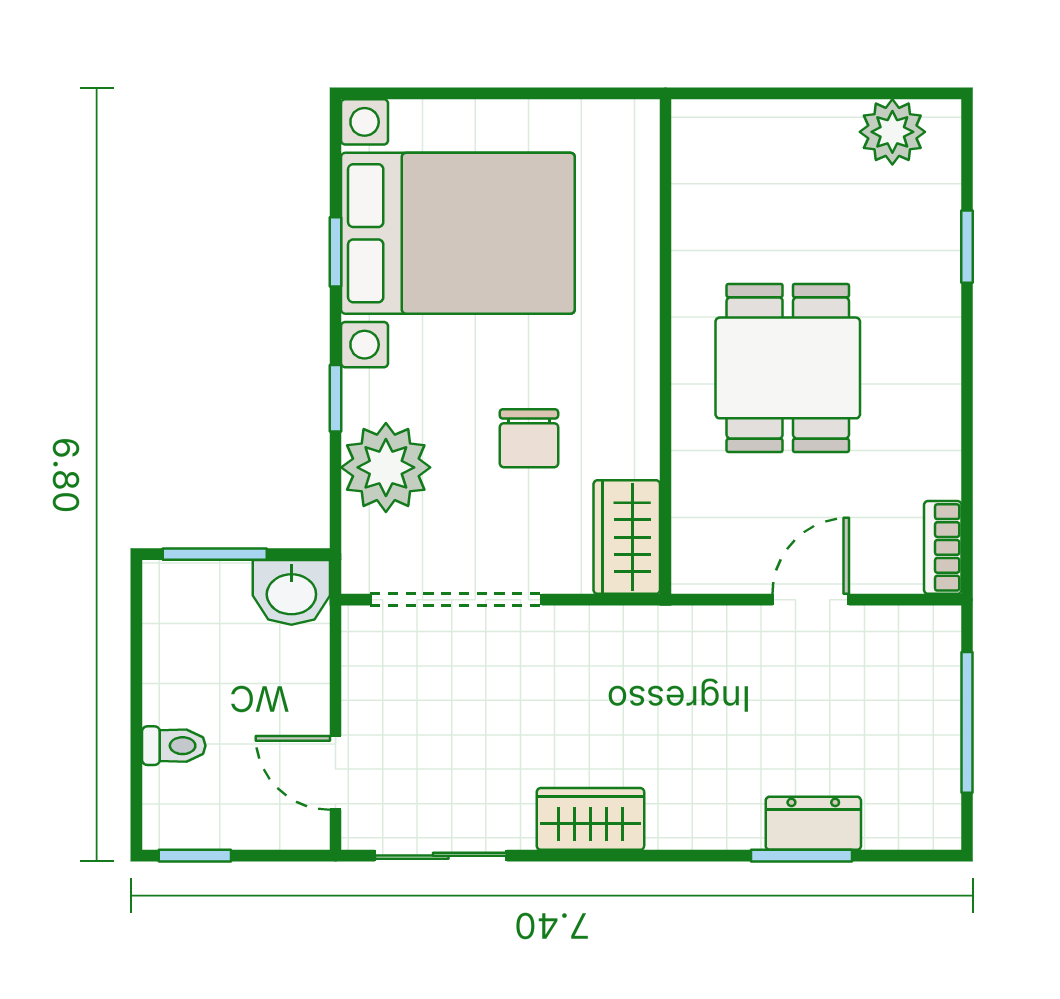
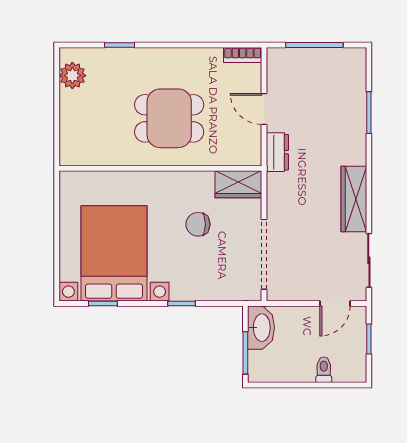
window: (336, 252) -> (103, 304), moved
chair: (529, 438) -> (198, 224), turned 180
plant: (386, 467) -> (210, 283), removed
washbasin: (291, 592) -> (261, 328), width x1.38
wardrobe: (590, 819) -> (354, 199), width x1.50
dresser: (813, 823) -> (277, 152), moved, turned 180
window: (195, 856) -> (369, 339), moved

